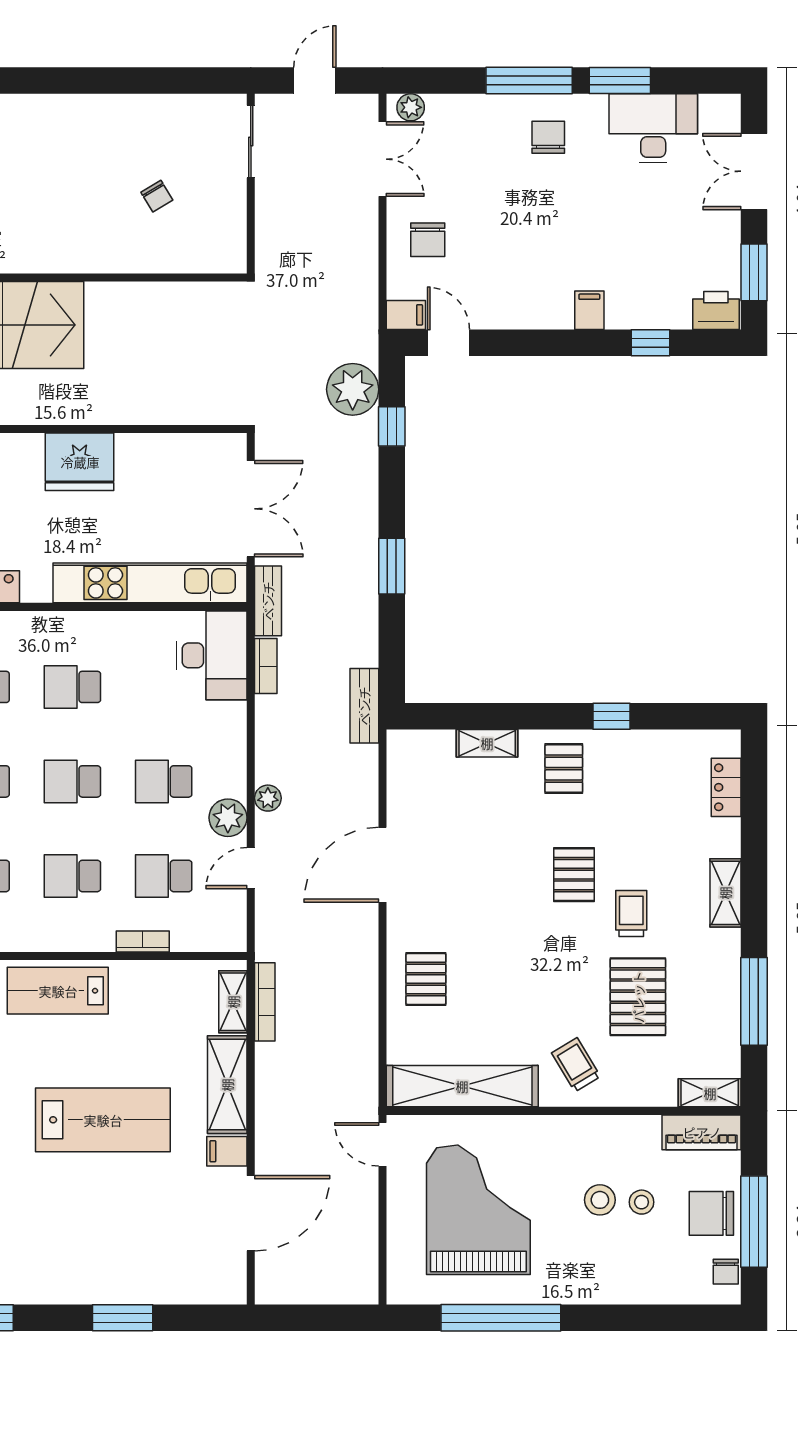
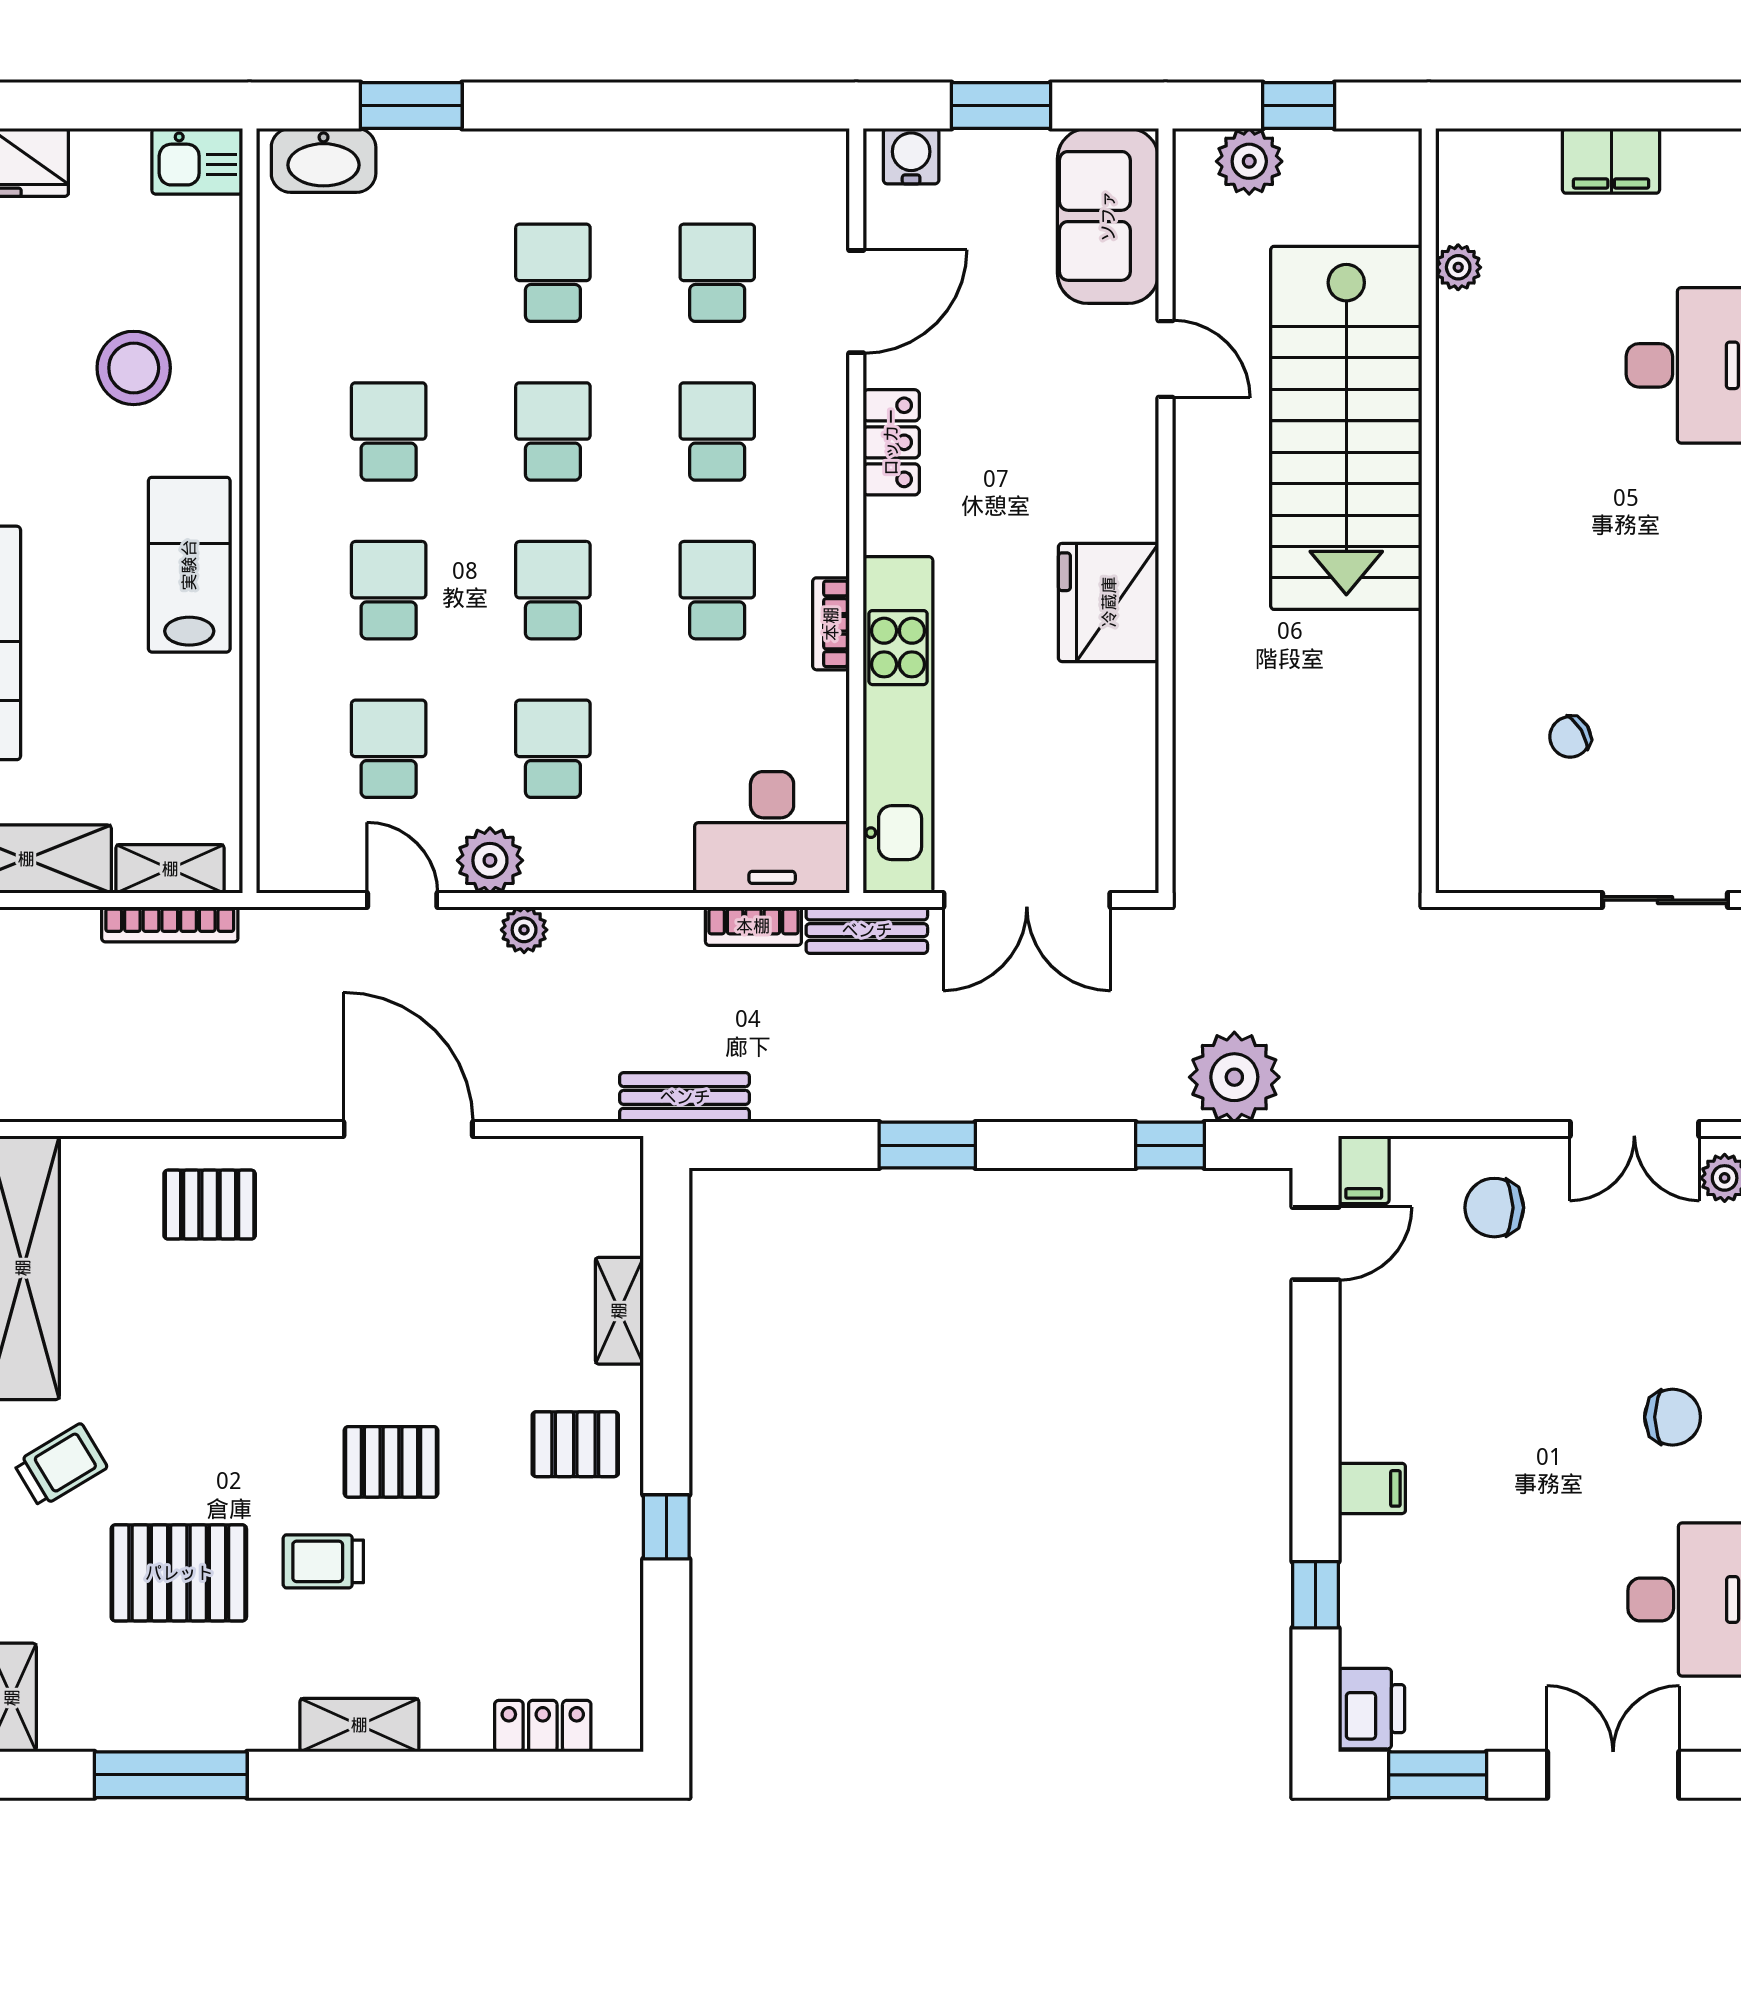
trolley: (631, 914) -> (323, 1561), turned 180
bookcase: (143, 941) -> (831, 624), moved, turned 180

